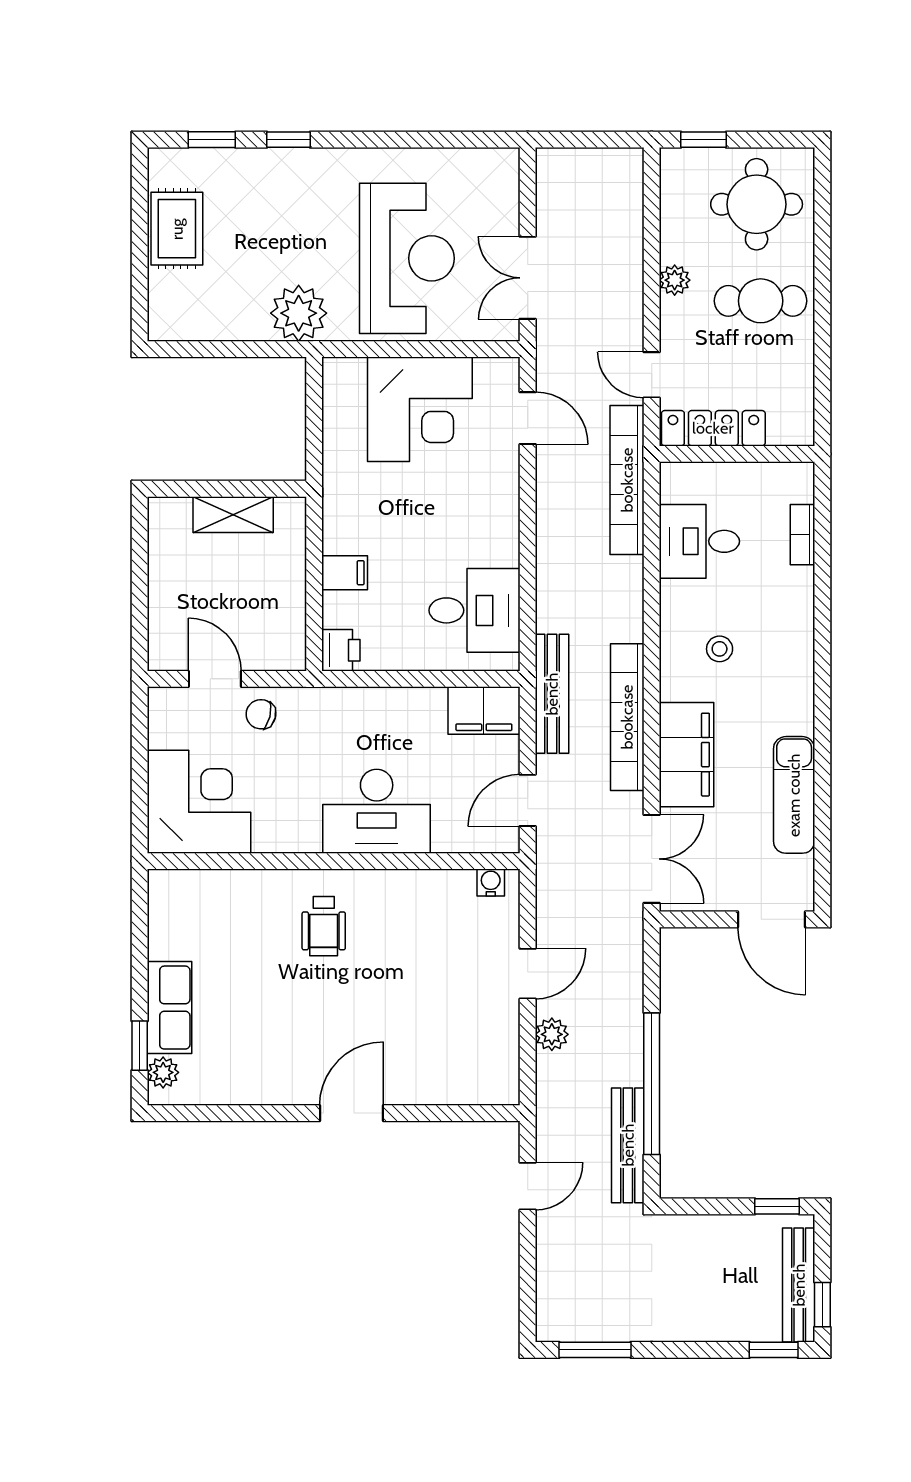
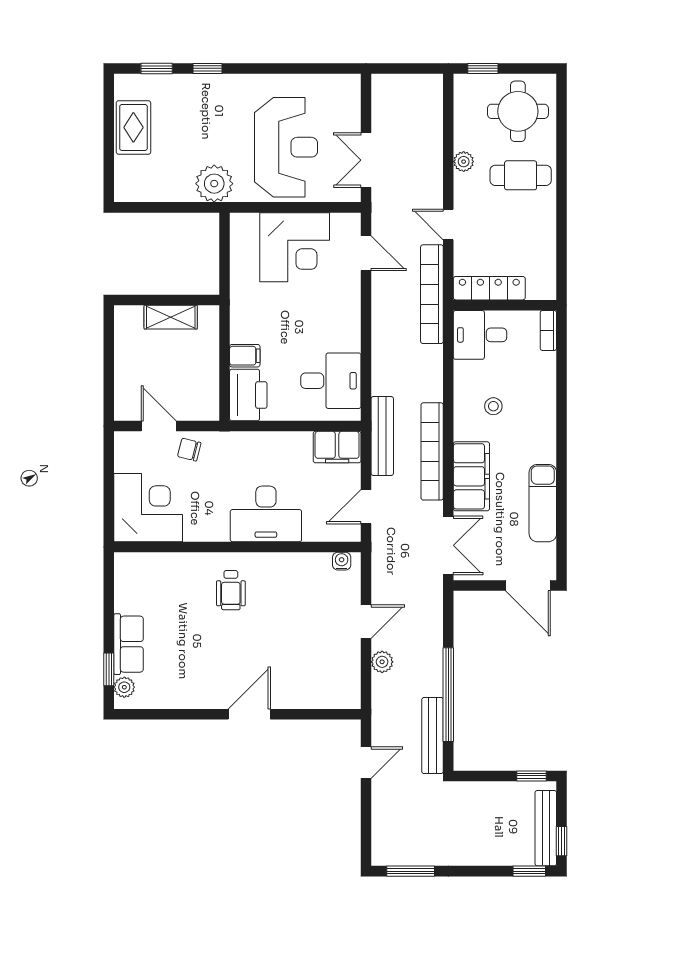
locker: (713, 428) -> (489, 288), moved
wall: (737, 454) -> (505, 305), moved
printer: (341, 650) -> (248, 395), width x1.87, depth x1.48

